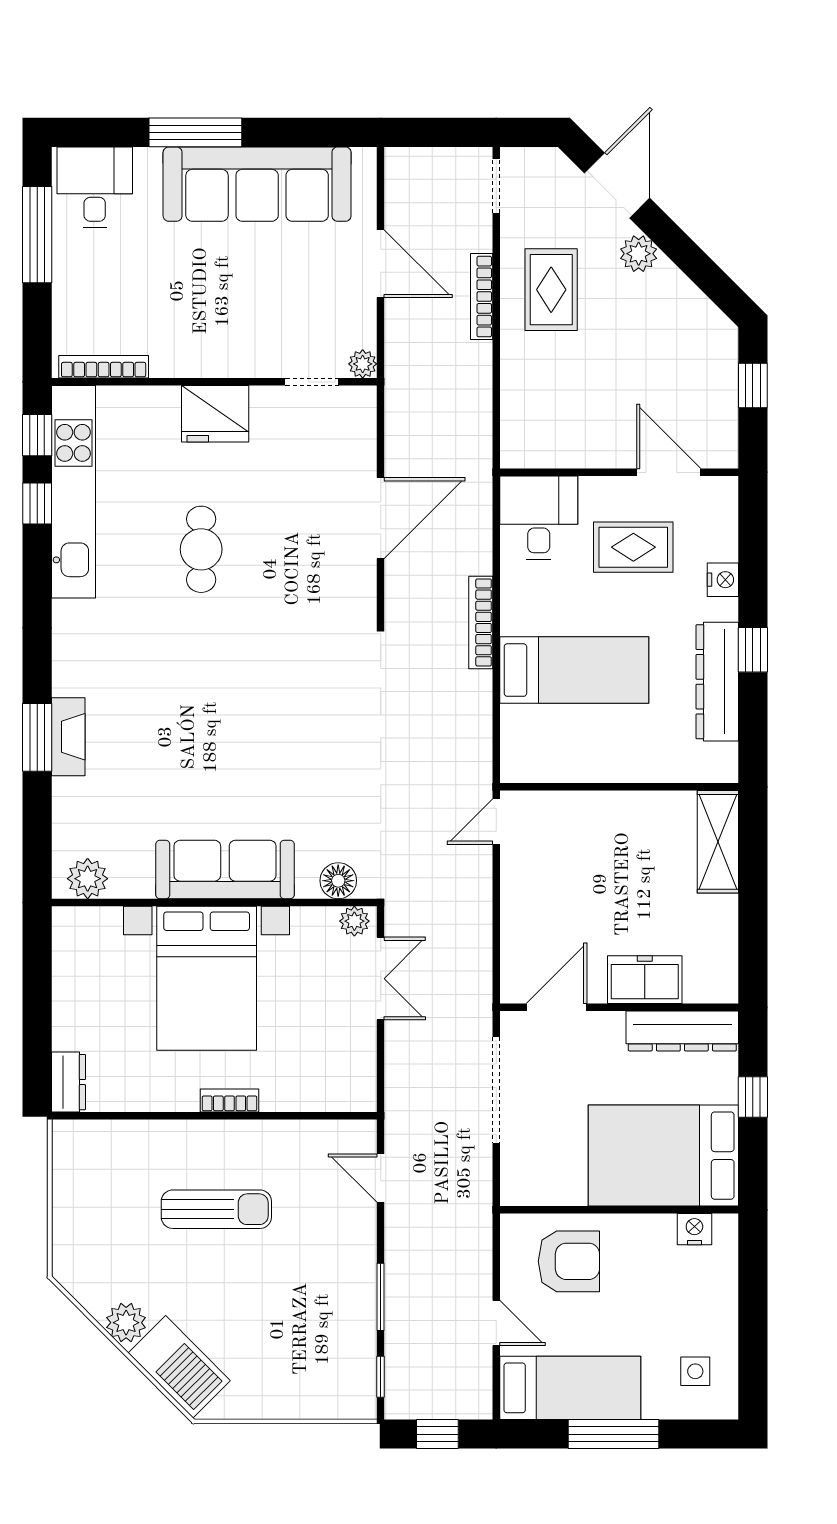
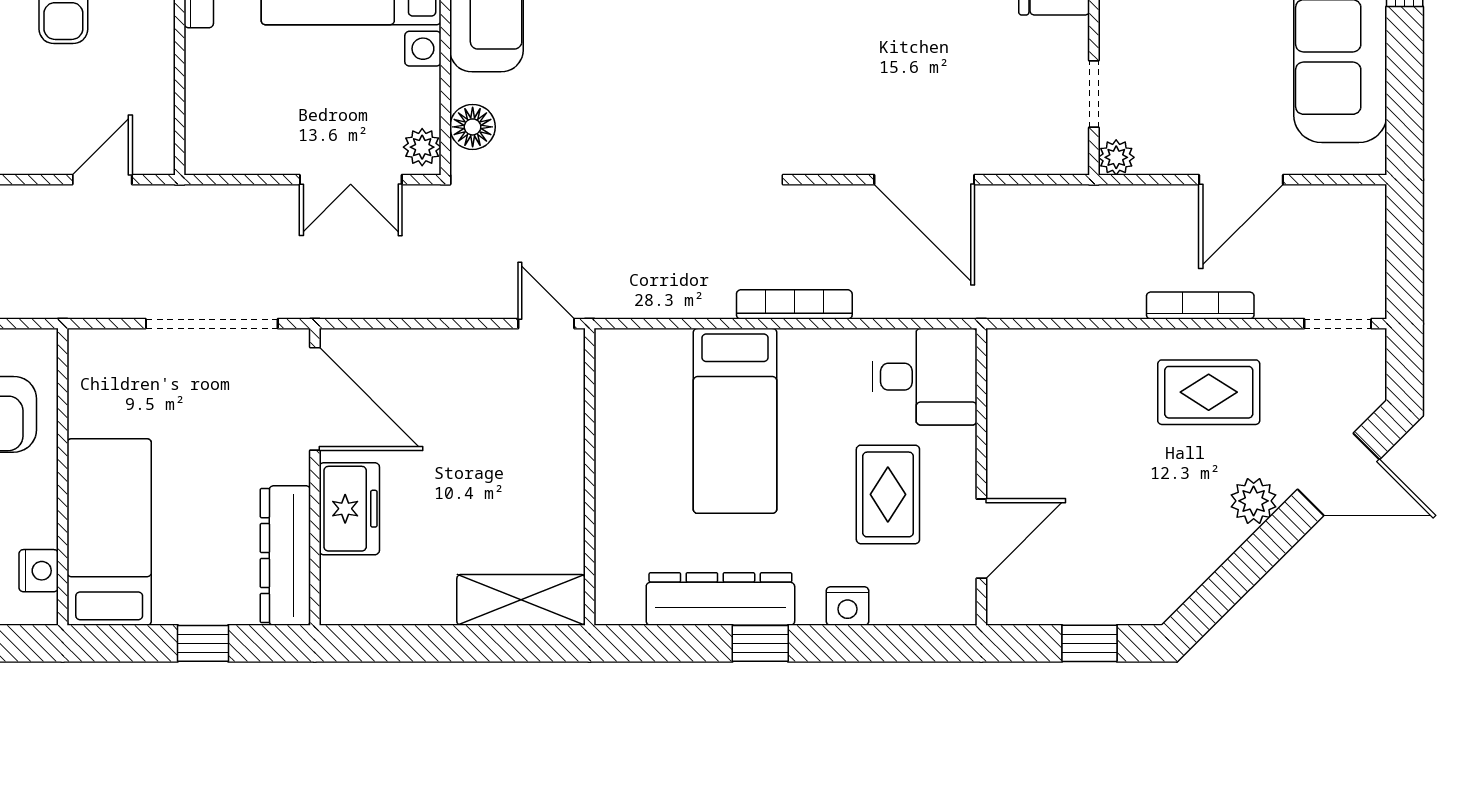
door: (557, 1007) -> (315, 399), width x1.36
bed: (663, 1156) -> (109, 532), width x0.67

